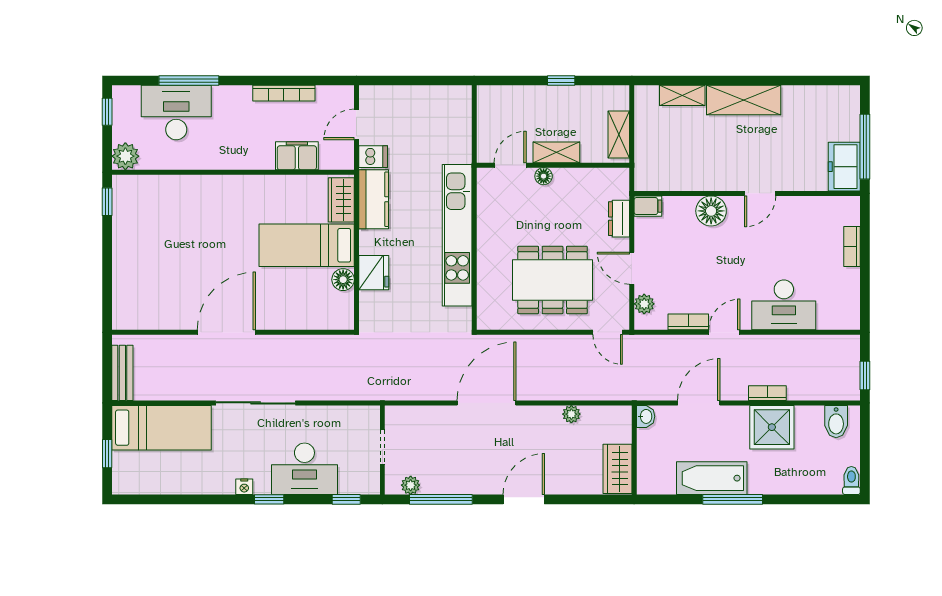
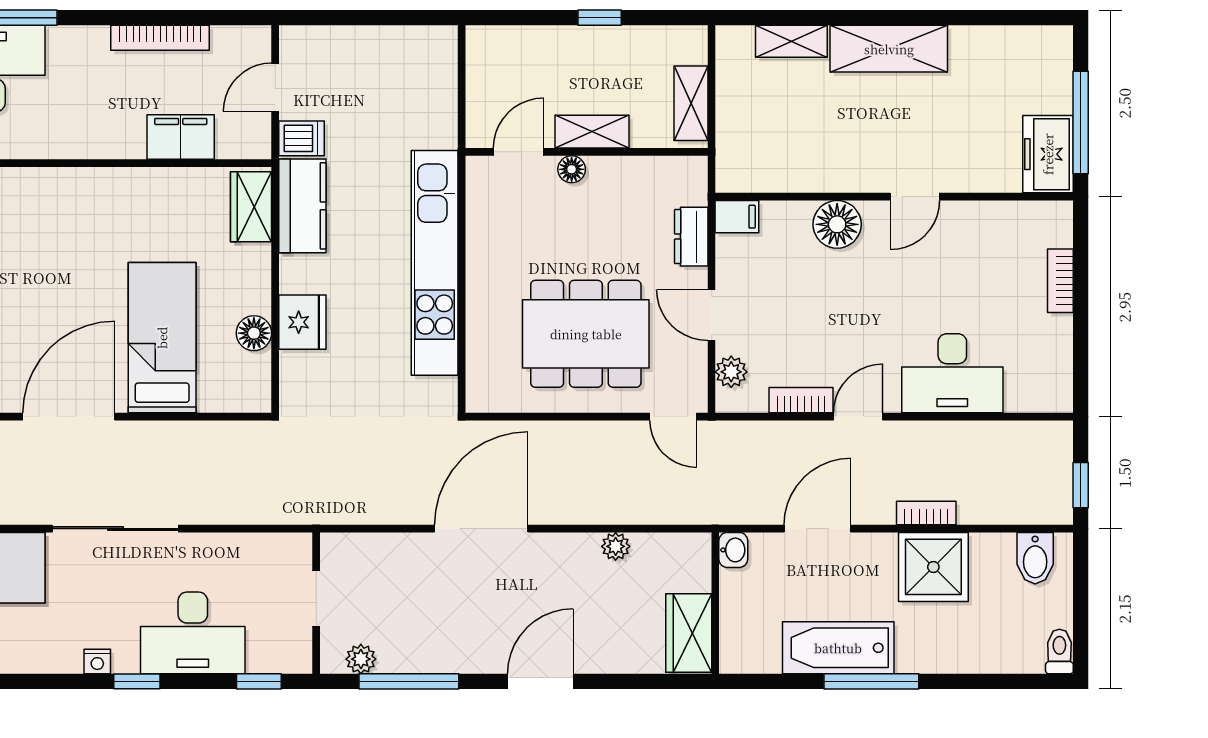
bed: (307, 245) -> (162, 338), moved, turned 90

